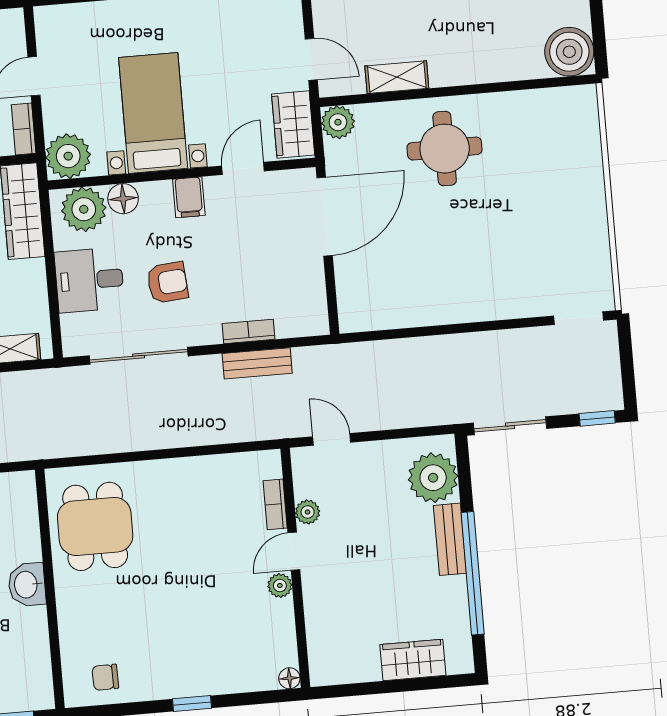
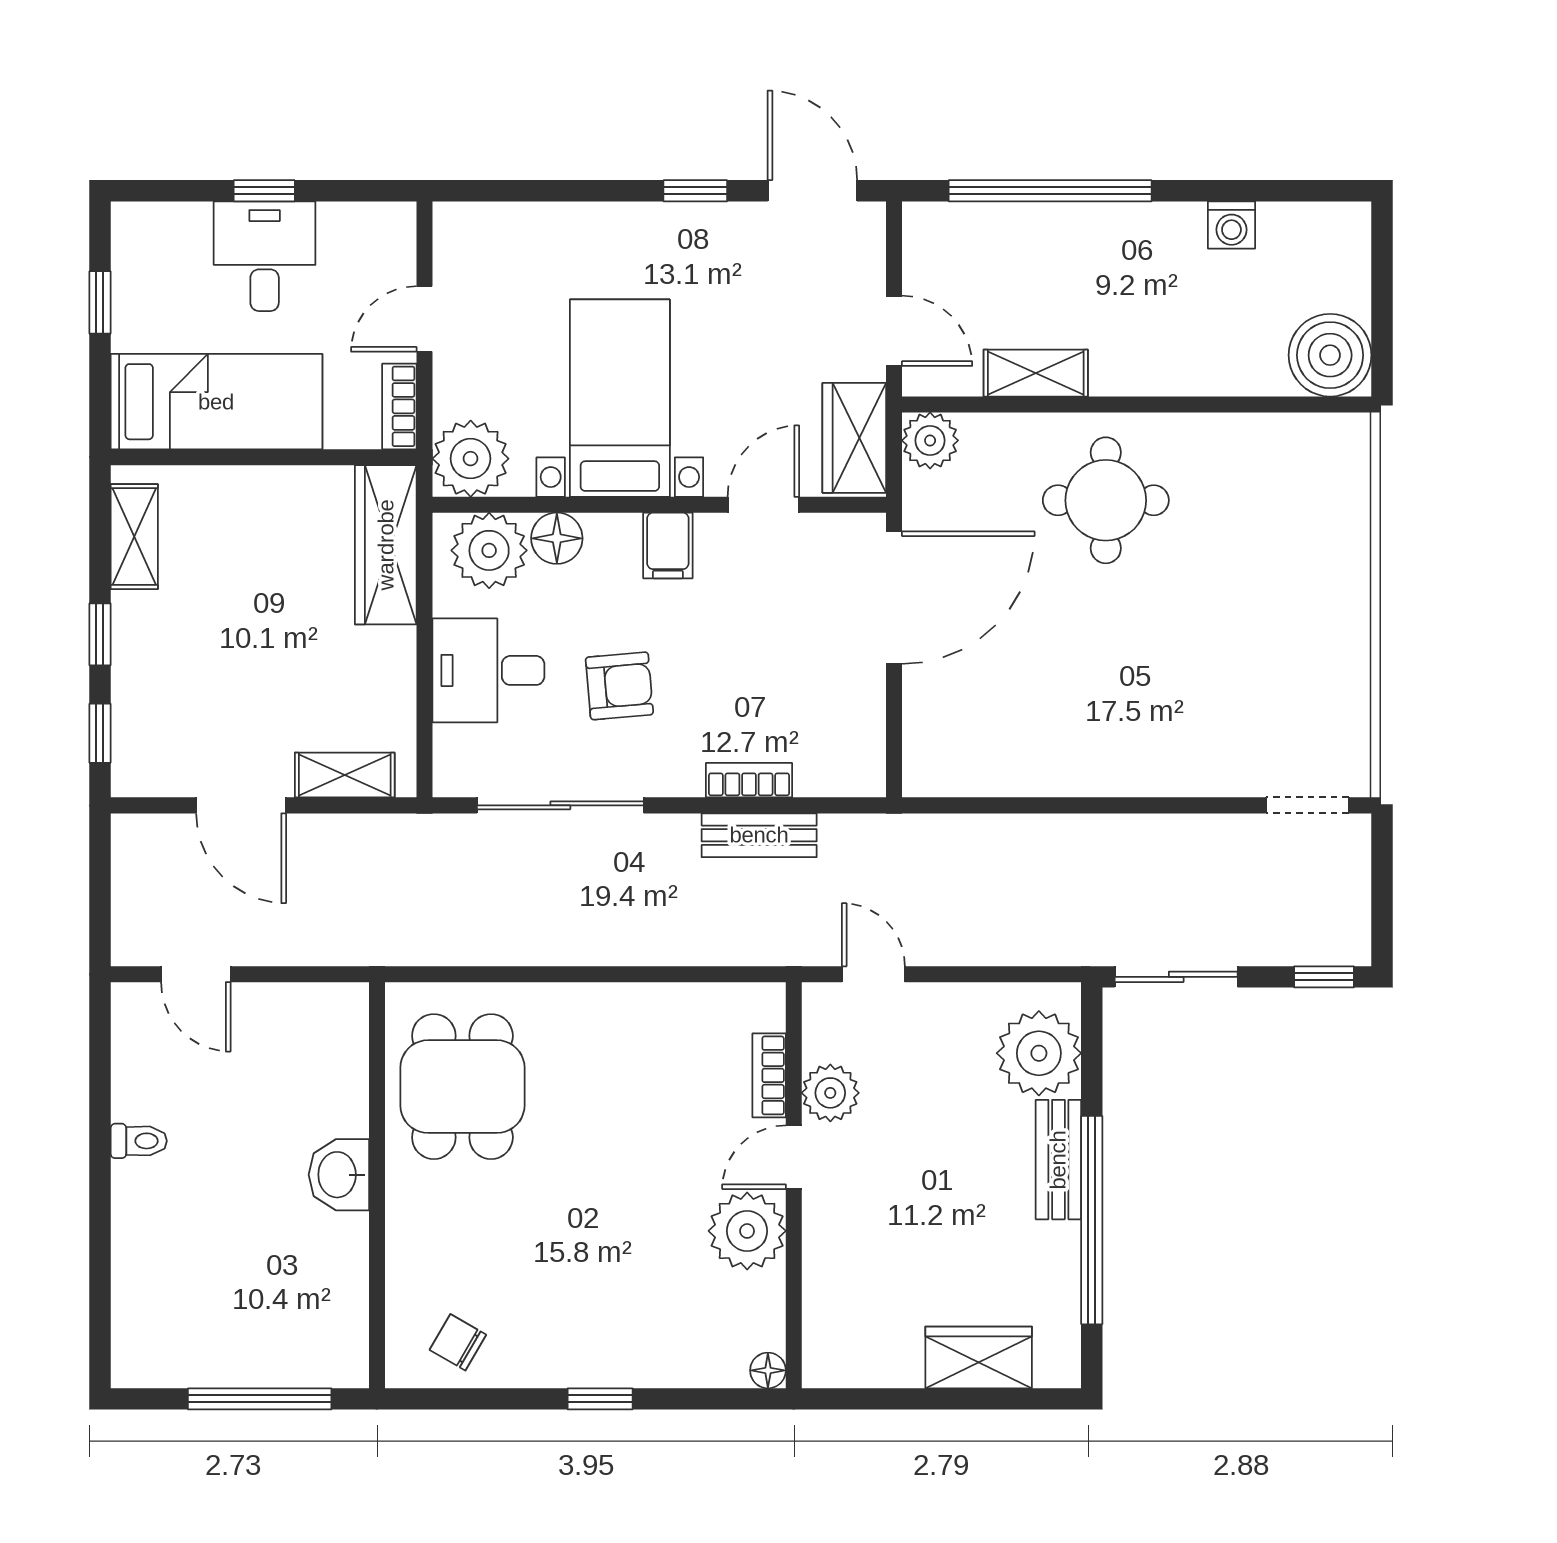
plant: (308, 512) -> (830, 1093), width x1.38, depth x1.38
plant: (280, 586) -> (747, 1231), width x1.88, depth x1.88
chair: (105, 677) -> (458, 1342), turned 31

